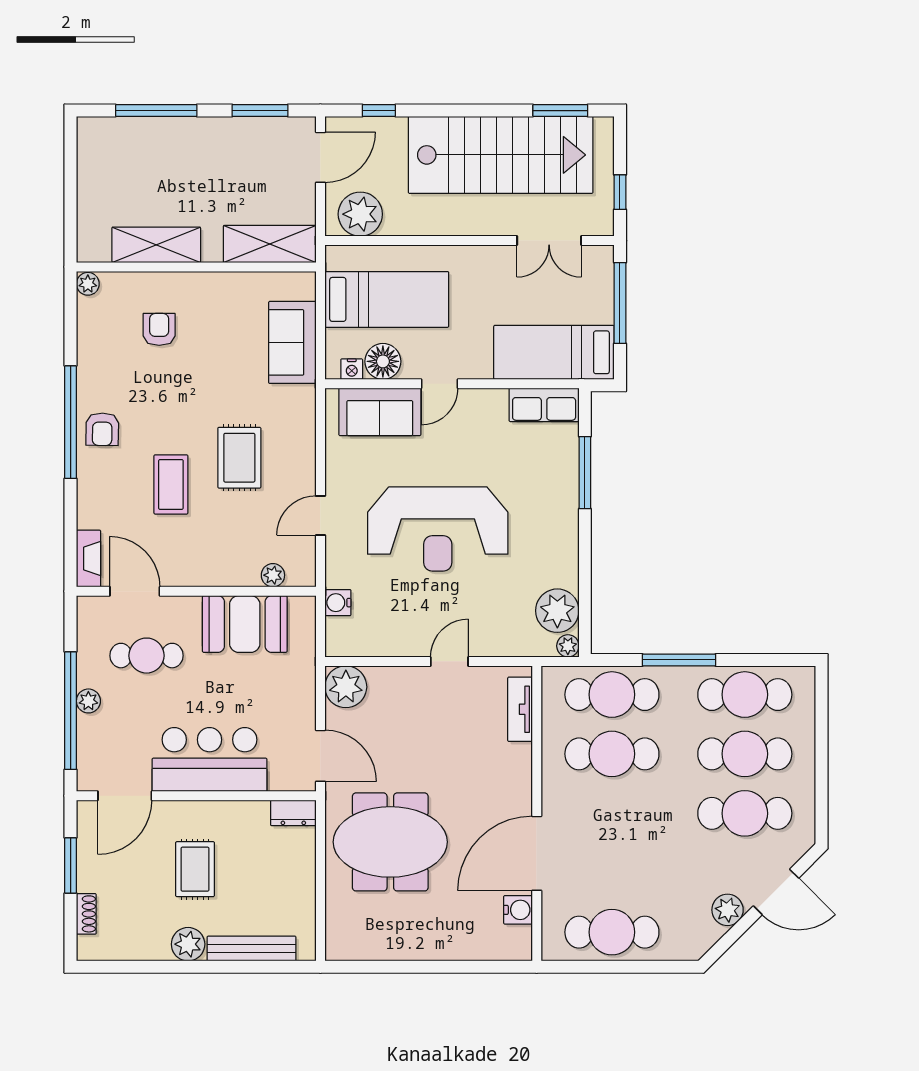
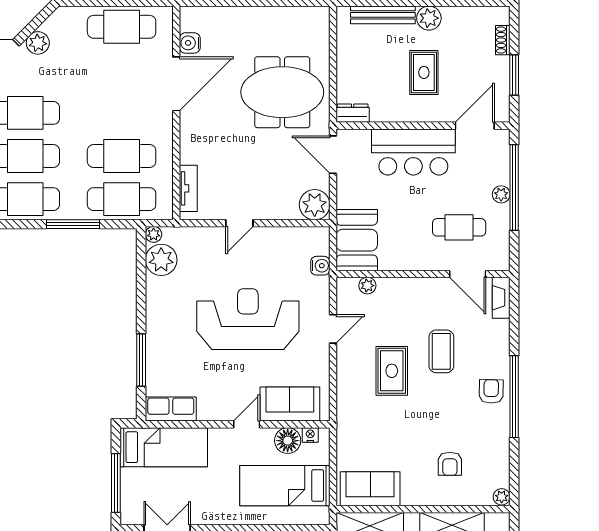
sofa: (292, 342) -> (370, 489), moved, turned -90
booth: (245, 624) -> (357, 240), moved, turned 90

